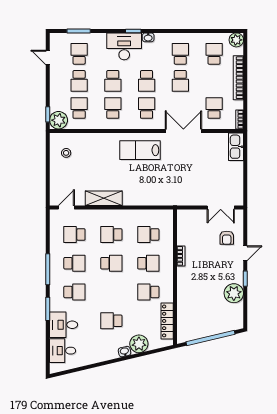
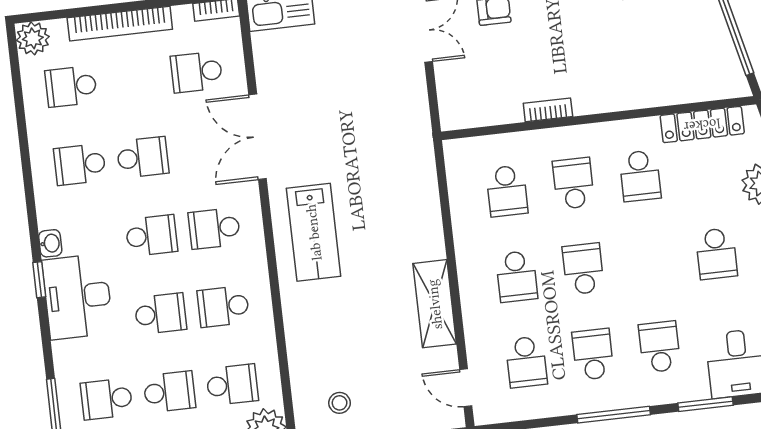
school desk: (79, 108) -> (232, 385), turned 180

